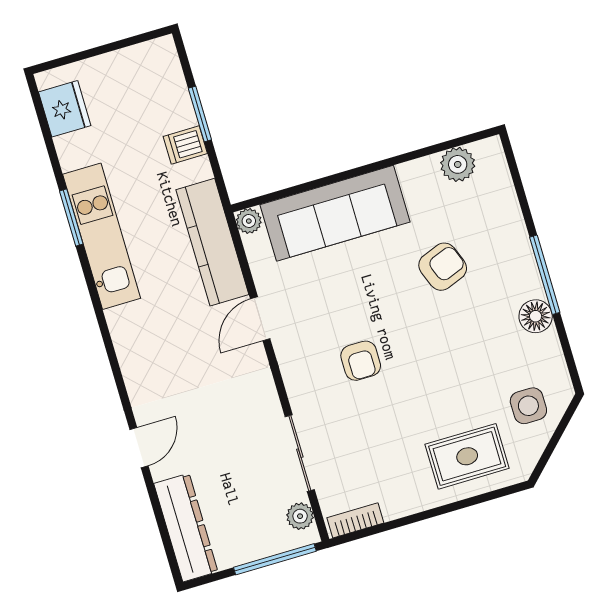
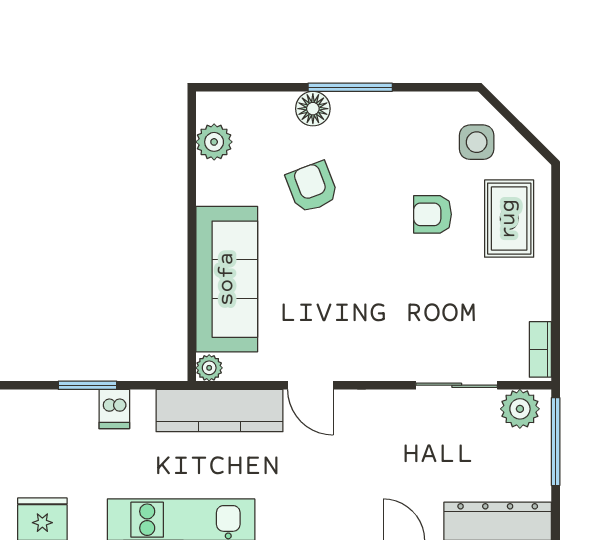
floor lamp: (536, 316) -> (313, 109), moved
armchair: (361, 361) -> (433, 214), moved, turned 180
plant: (300, 516) -> (520, 409), width x1.38, depth x1.38

